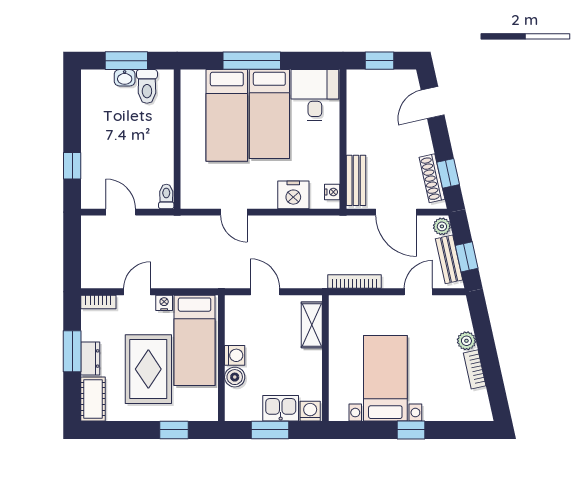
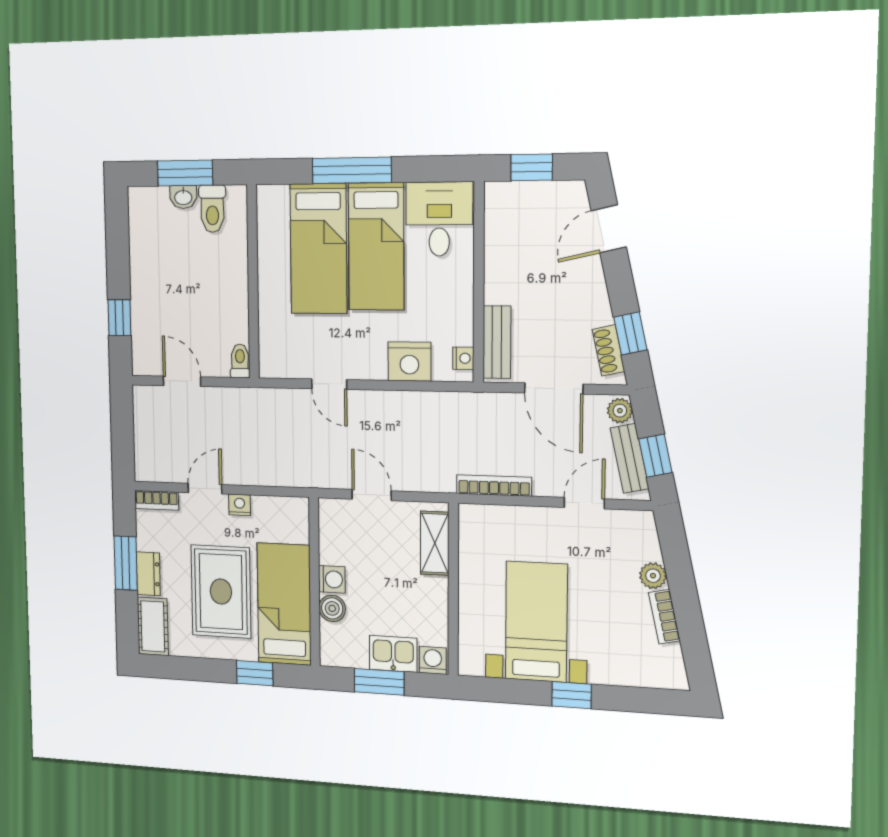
shoe rack: (432, 178) -> (608, 350), width x0.70
bed: (195, 340) -> (284, 604), moved, turned 180

